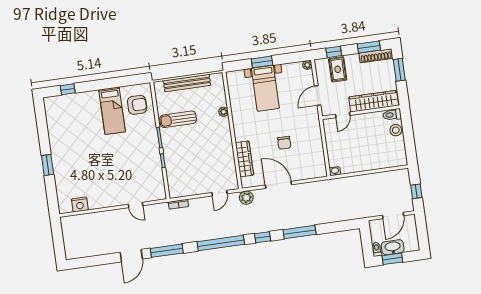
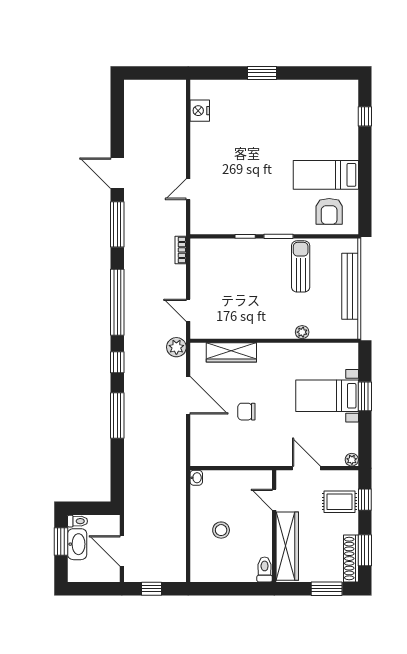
stool: (396, 130) -> (221, 530), moved
door: (279, 185) -> (188, 395), hinge flipped

